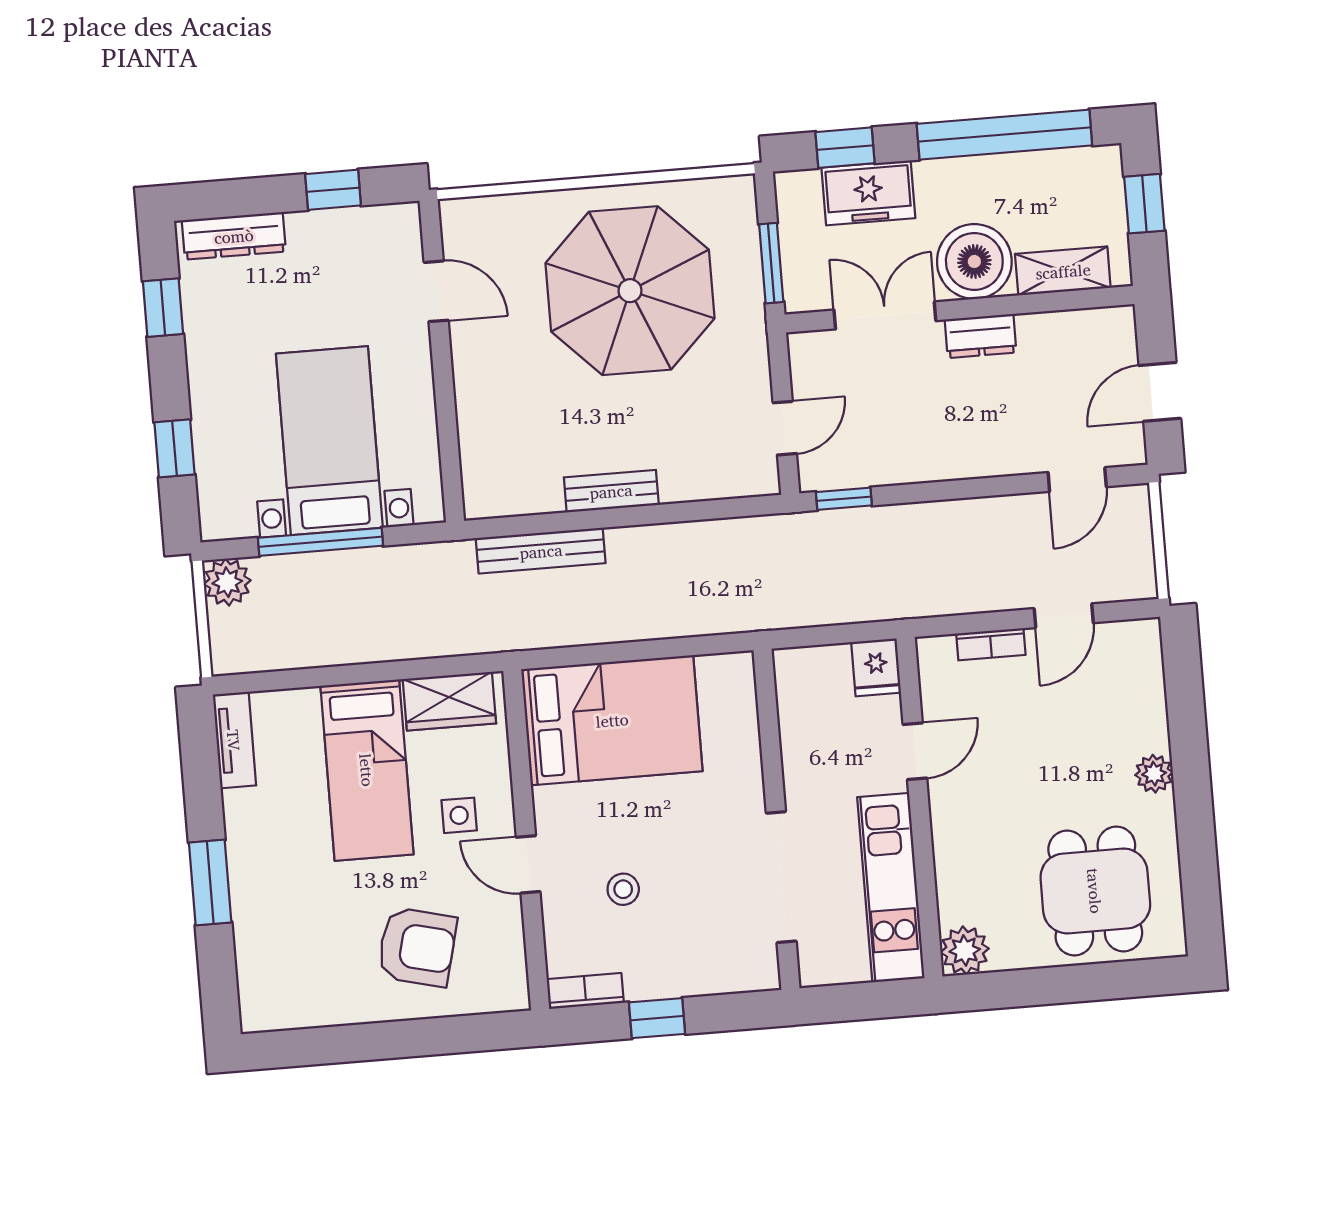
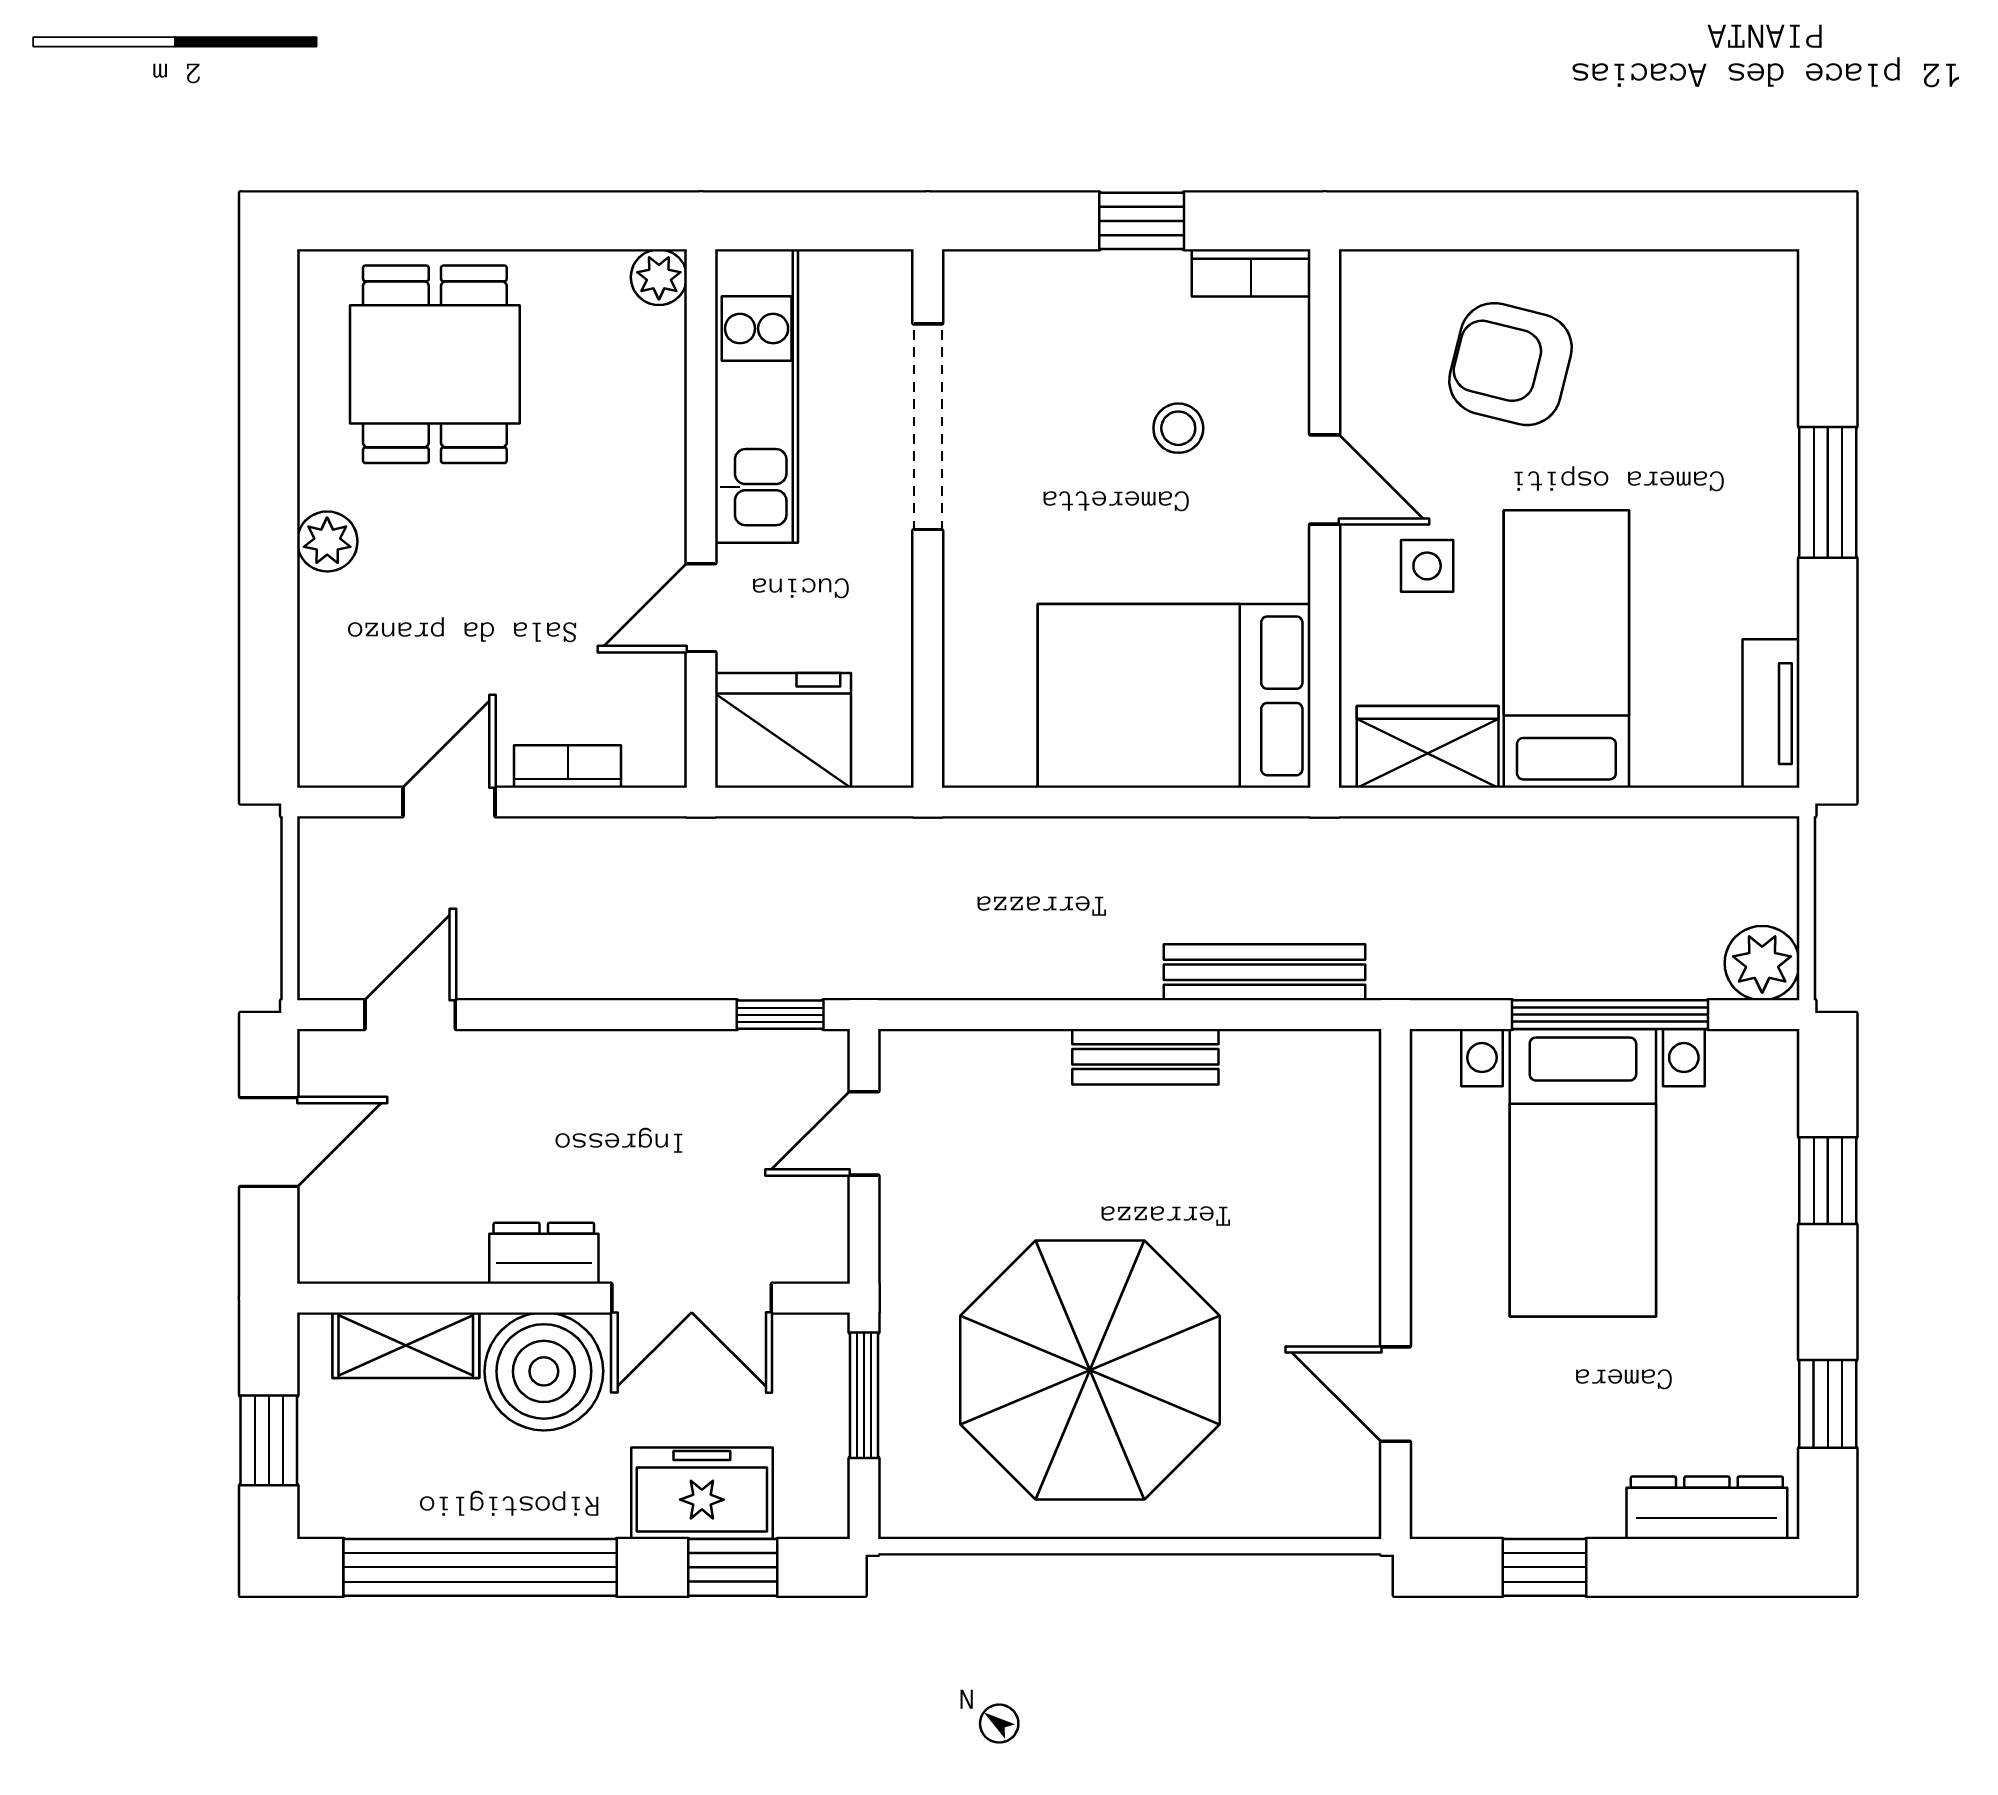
fridge: (876, 667) -> (783, 730), width x1.88, depth x1.34
plant: (965, 950) -> (659, 277), width x0.73, depth x0.73

